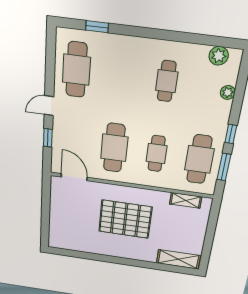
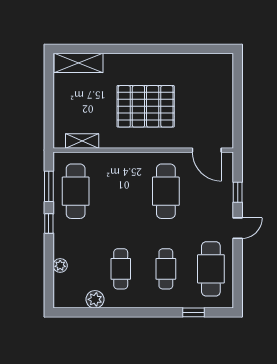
plant: (219, 56) -> (95, 299), moved
cafe table: (157, 154) -> (166, 269), moved

